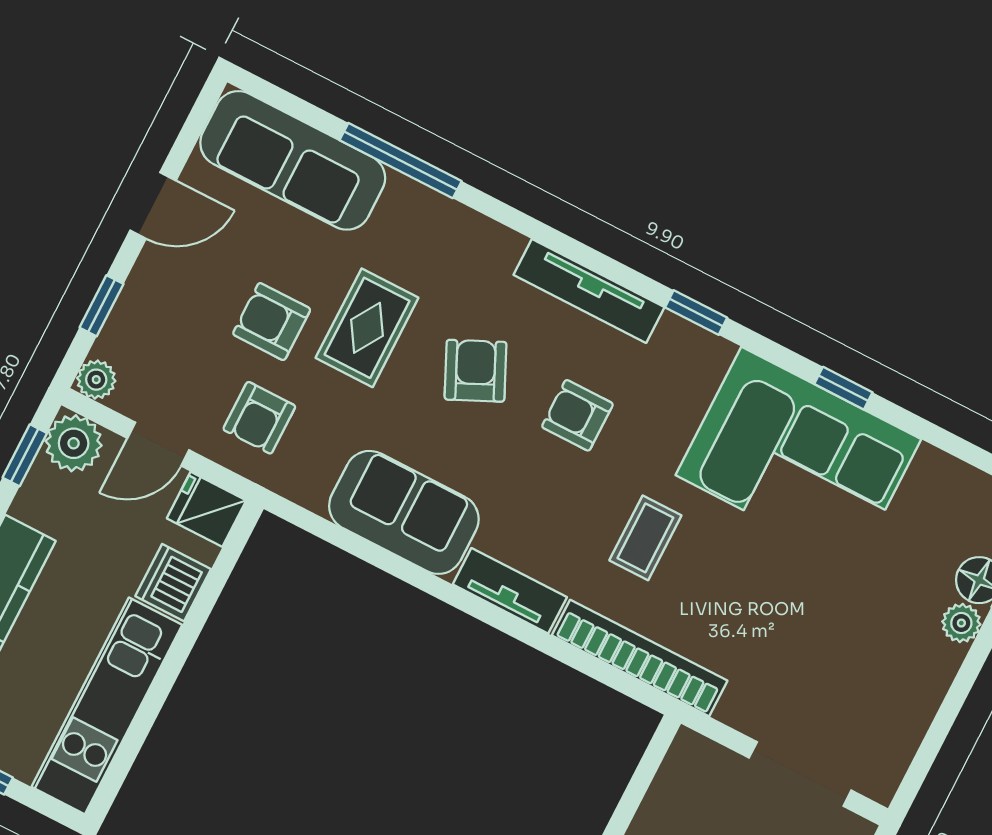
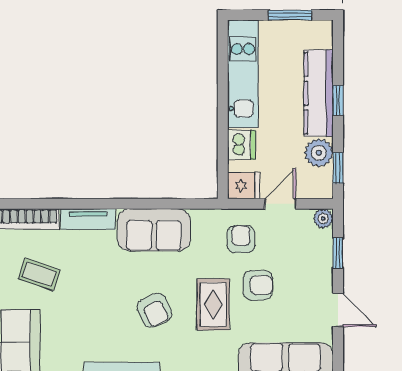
door: (153, 206) -> (338, 310), swing flipped
armchair: (577, 415) -> (98, 314), removed
plant: (74, 443) -> (319, 153), moved
coffee table: (645, 538) -> (39, 274), turned -71

